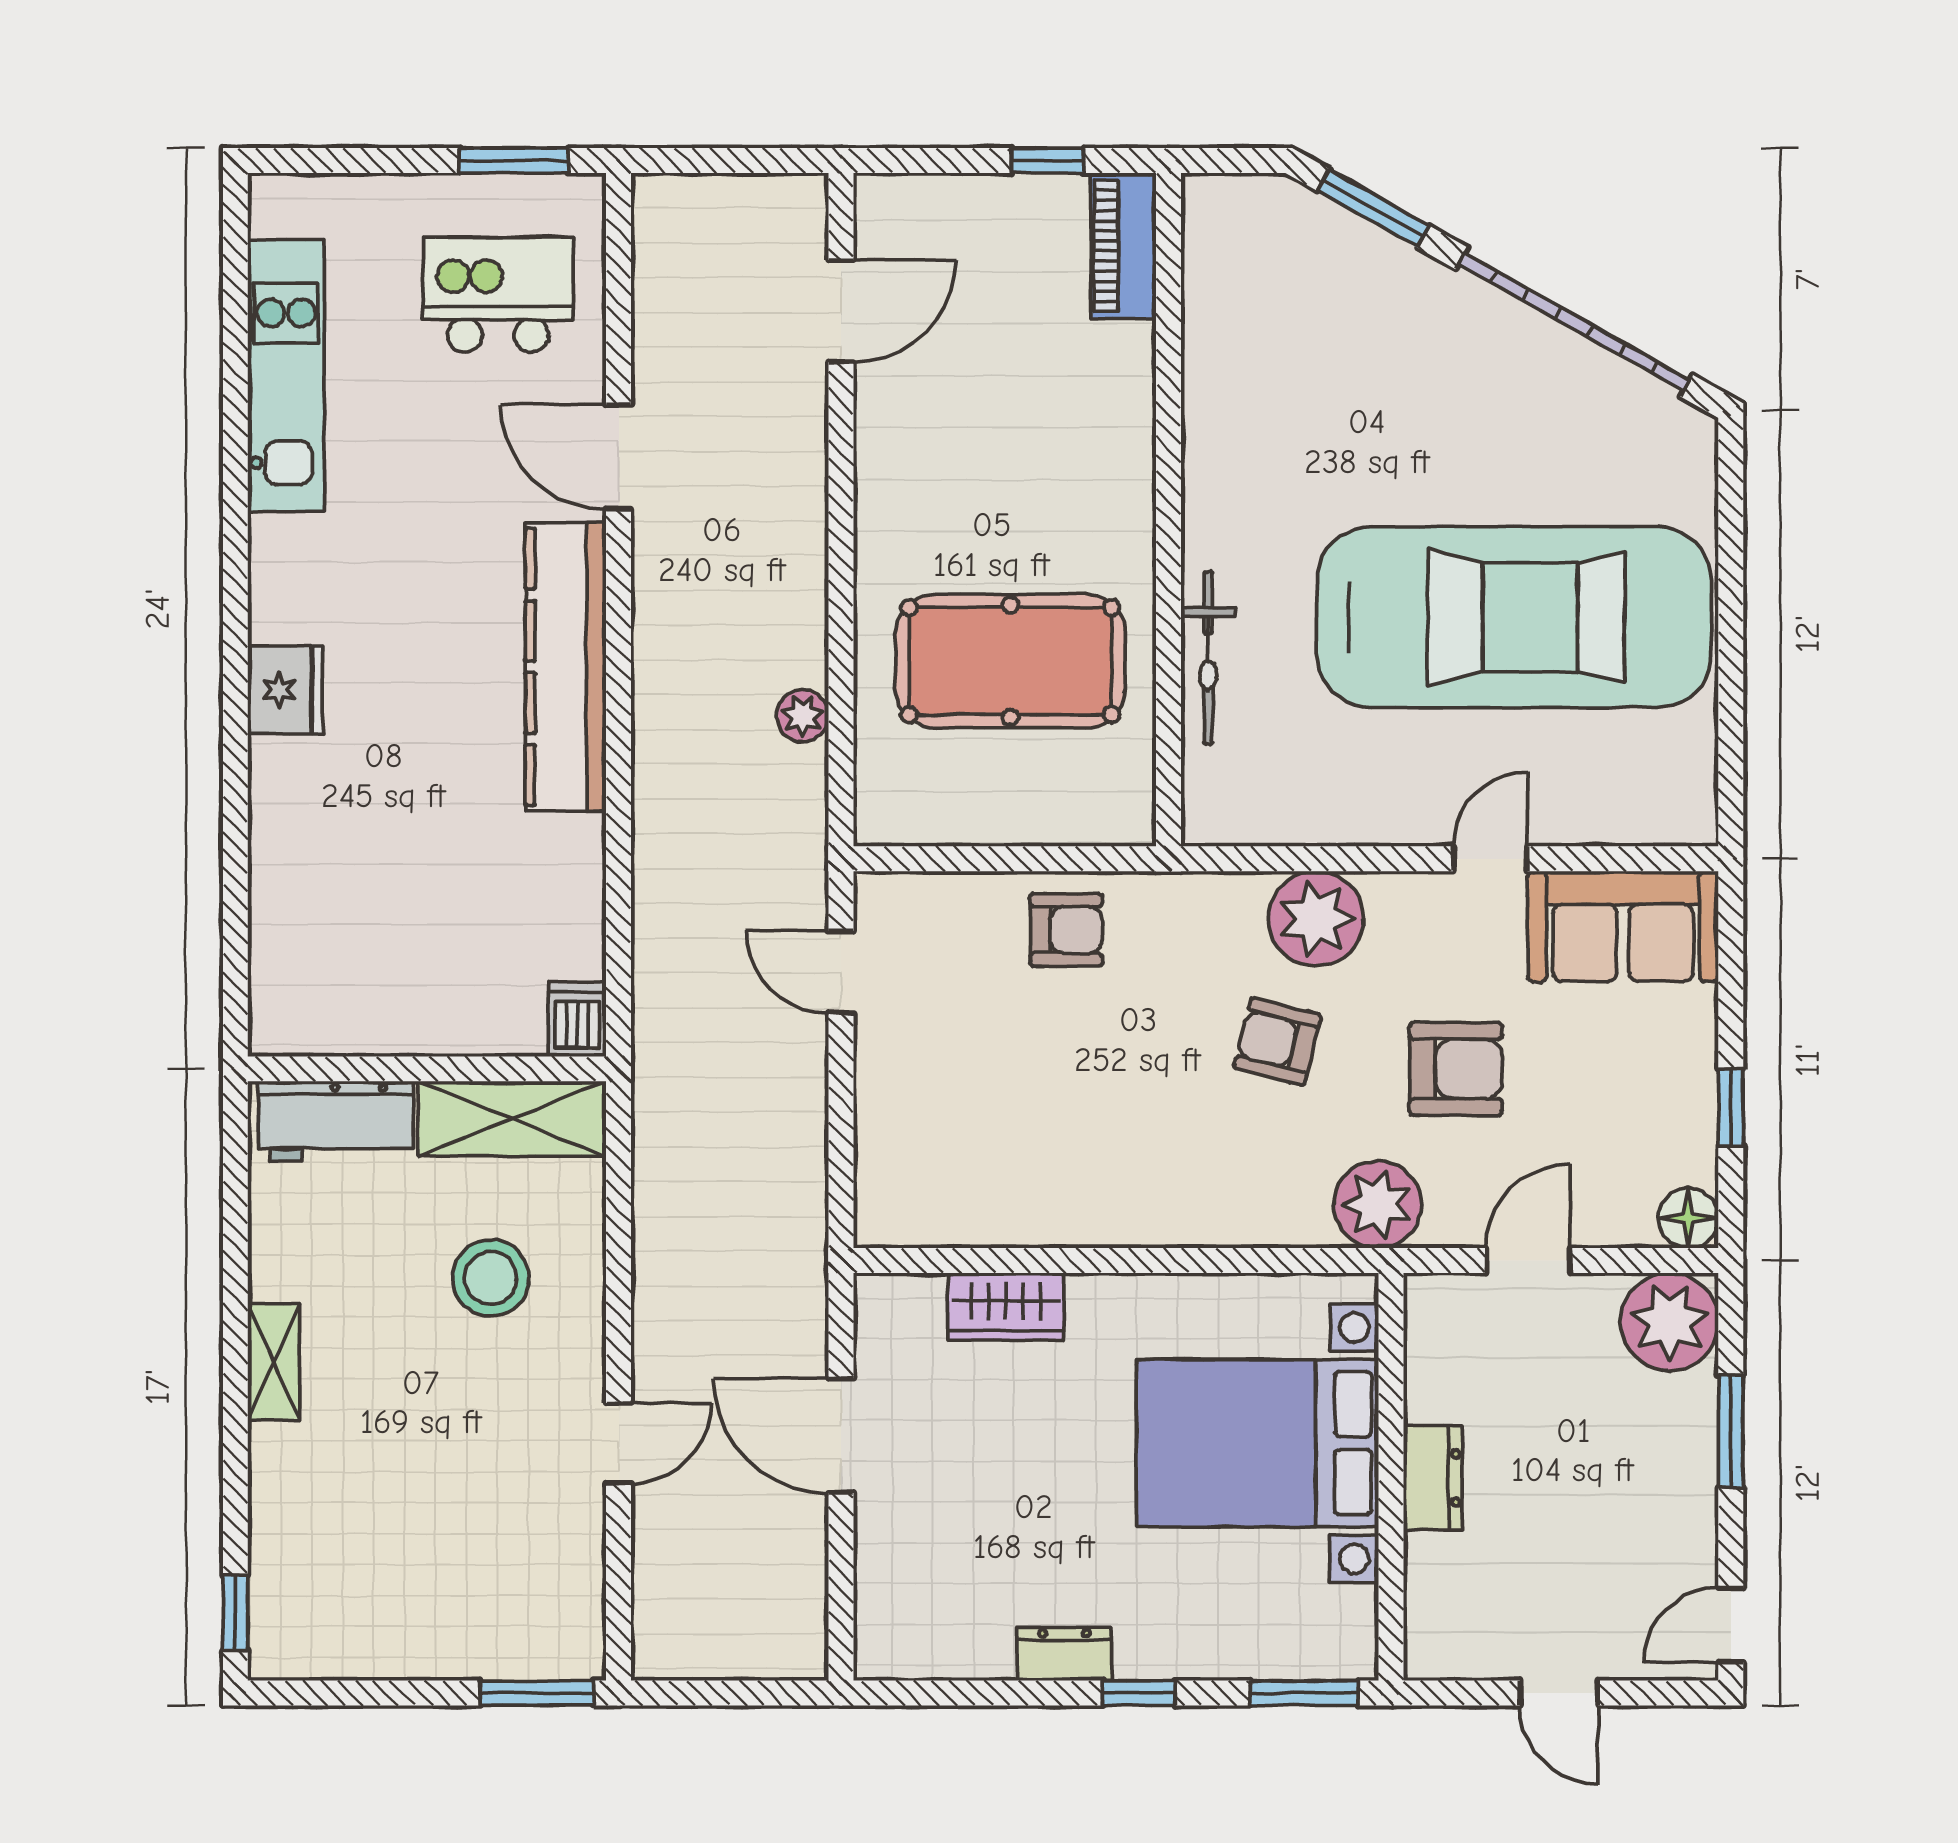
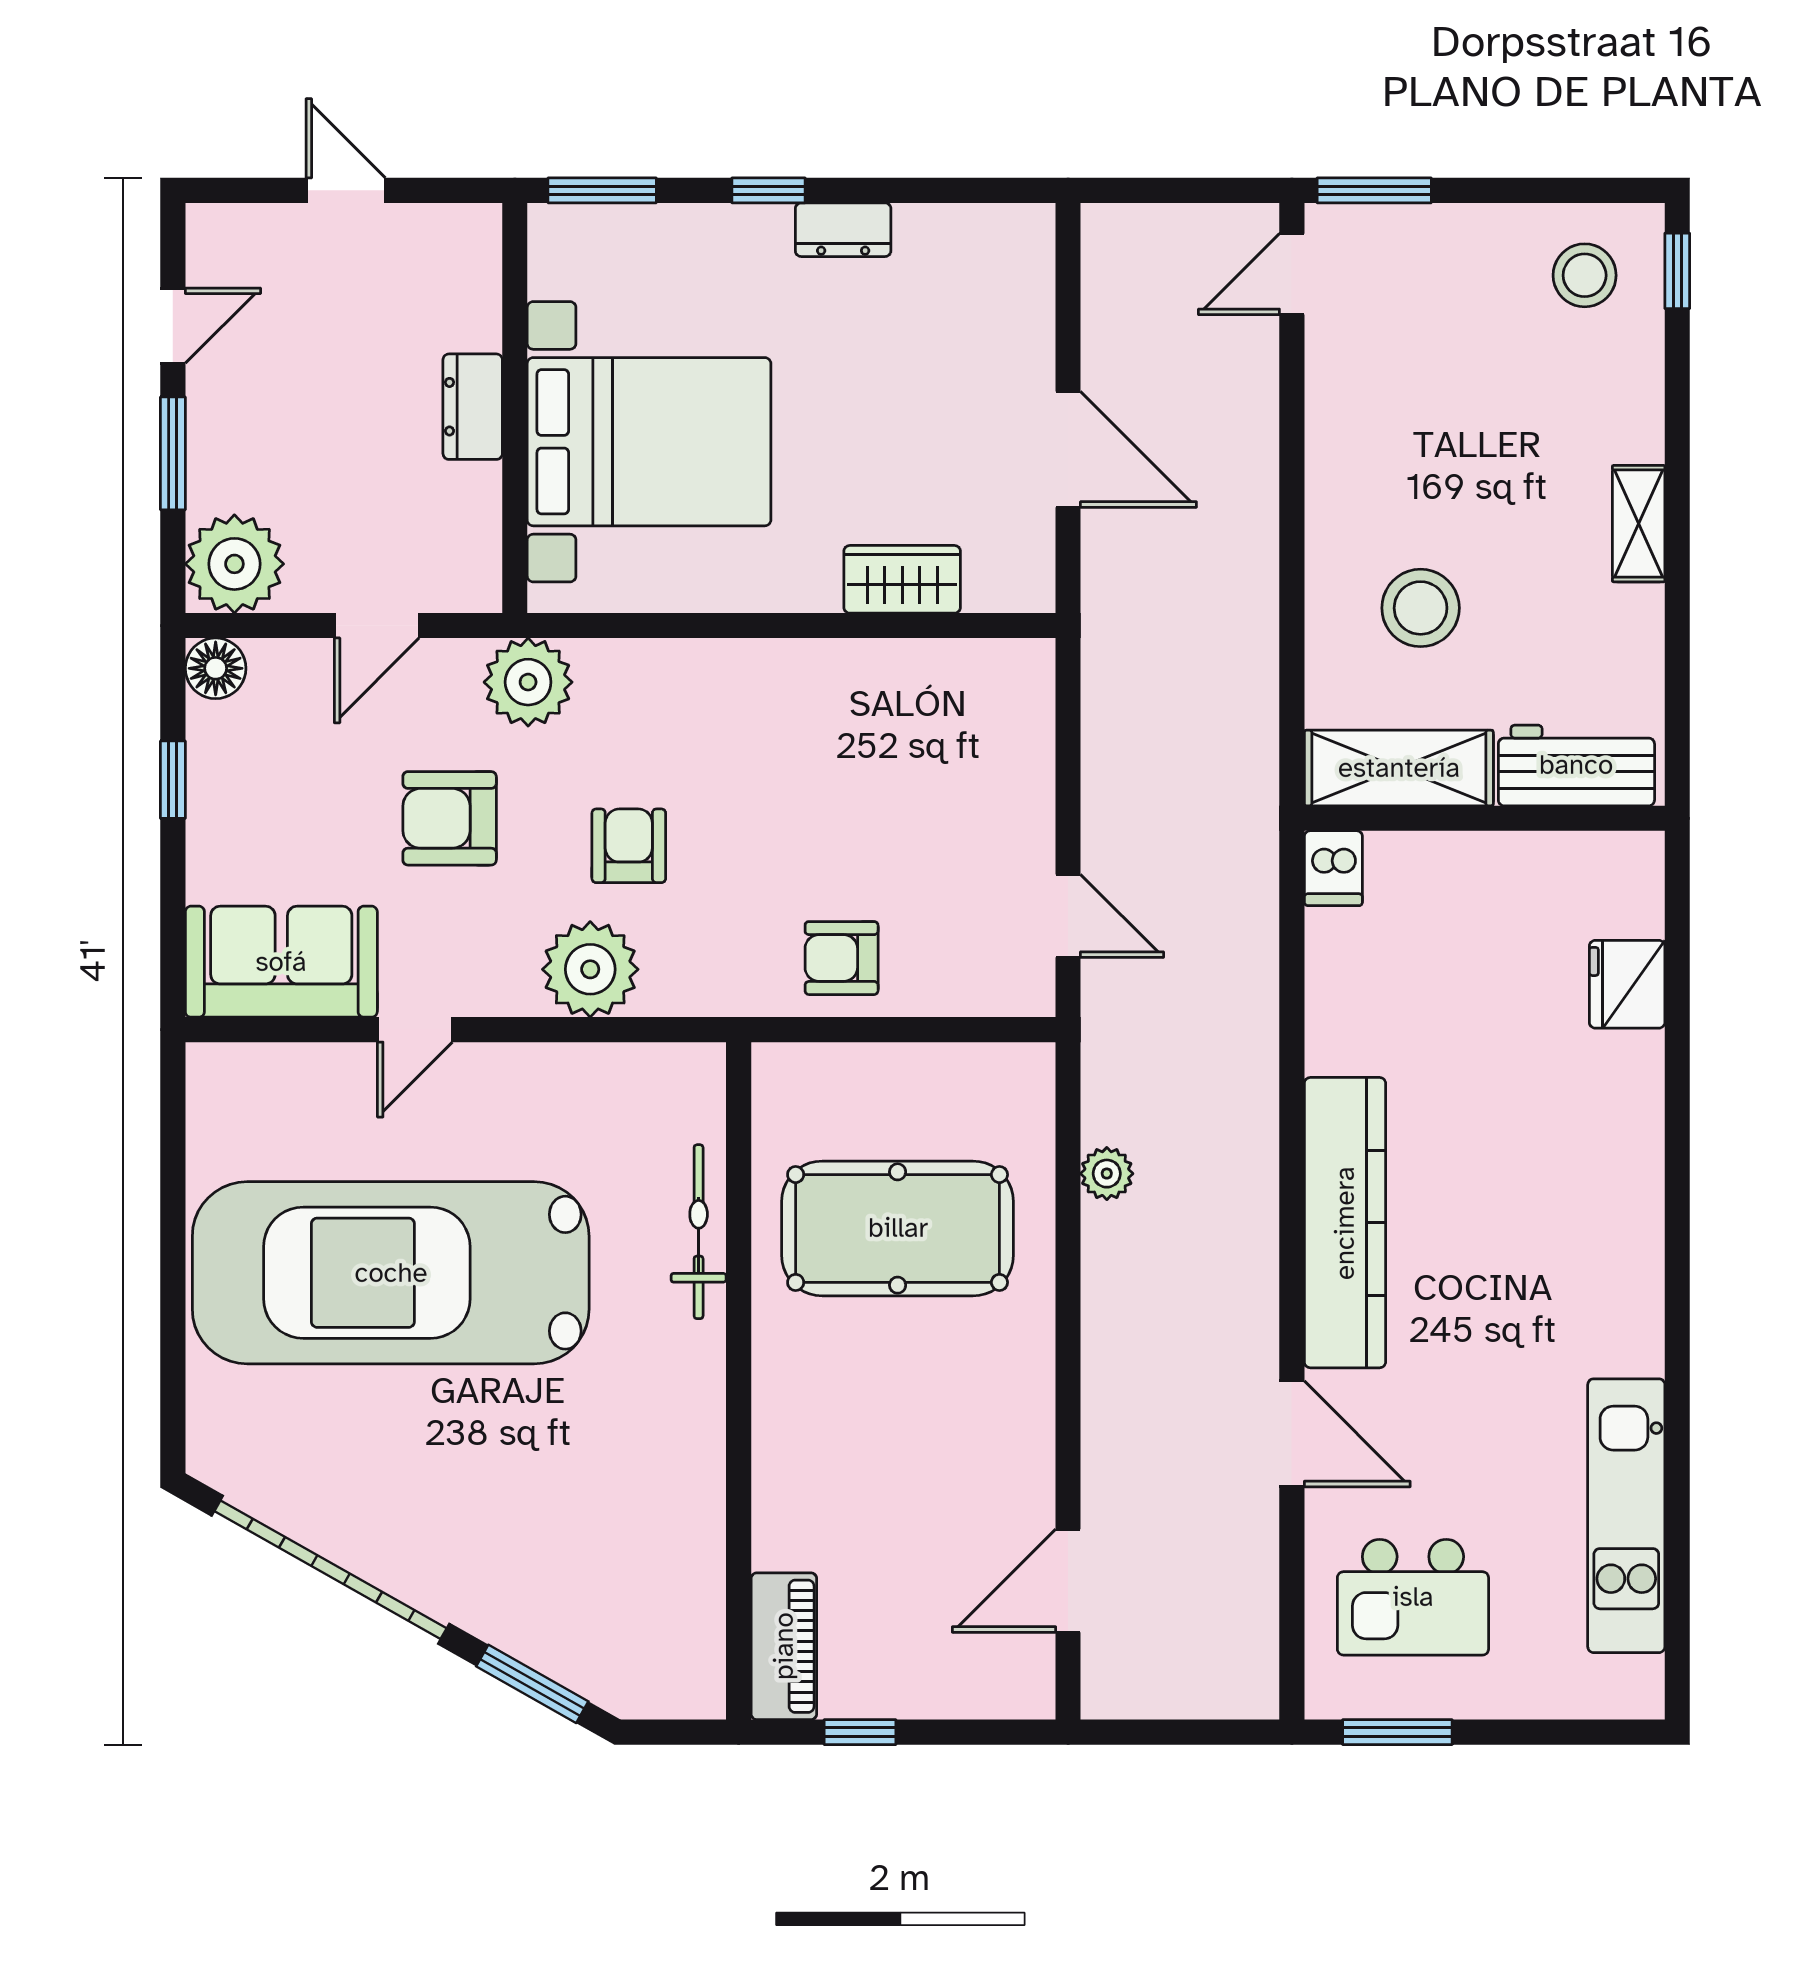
fridge: (285, 690) -> (1627, 984), moved
armchair: (1278, 1042) -> (629, 846), turned -104
door: (619, 1443) -> (1292, 274), moved
stool: (328, 1609) -> (1585, 275), added
door: (1731, 1625) -> (173, 326), moved

